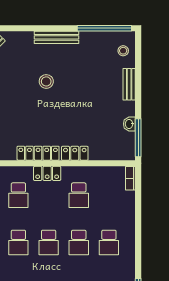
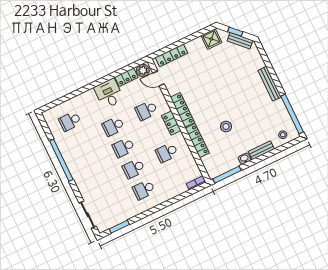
stool: (46, 81) -> (226, 126), moved
washbasin: (129, 124) -> (245, 159), moved
locker: (75, 153) -> (197, 141), width x1.53

